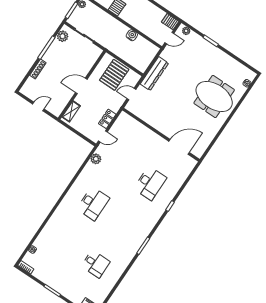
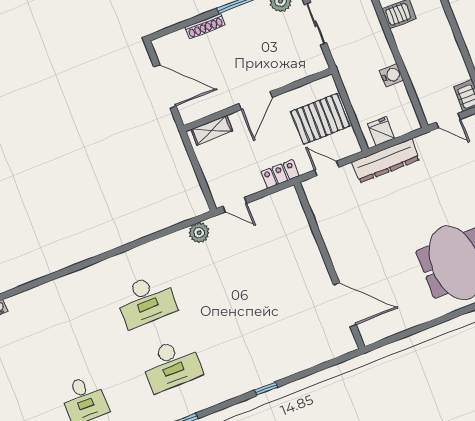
fridge: (144, 62) -> (381, 131), added
door: (81, 86) -> (256, 101), swing flipped
door: (38, 107) -> (165, 86), width x1.88
locker: (107, 119) -> (280, 174), moved
desk: (150, 183) -> (171, 365), moved

